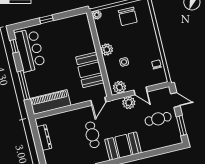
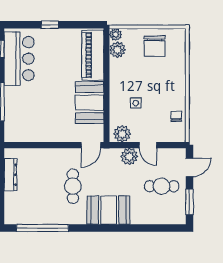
plant: (107, 50) -> (117, 50), moved
door: (175, 100) -> (189, 167), hinge flipped
piano: (50, 102) -> (93, 55), moved, turned -90

